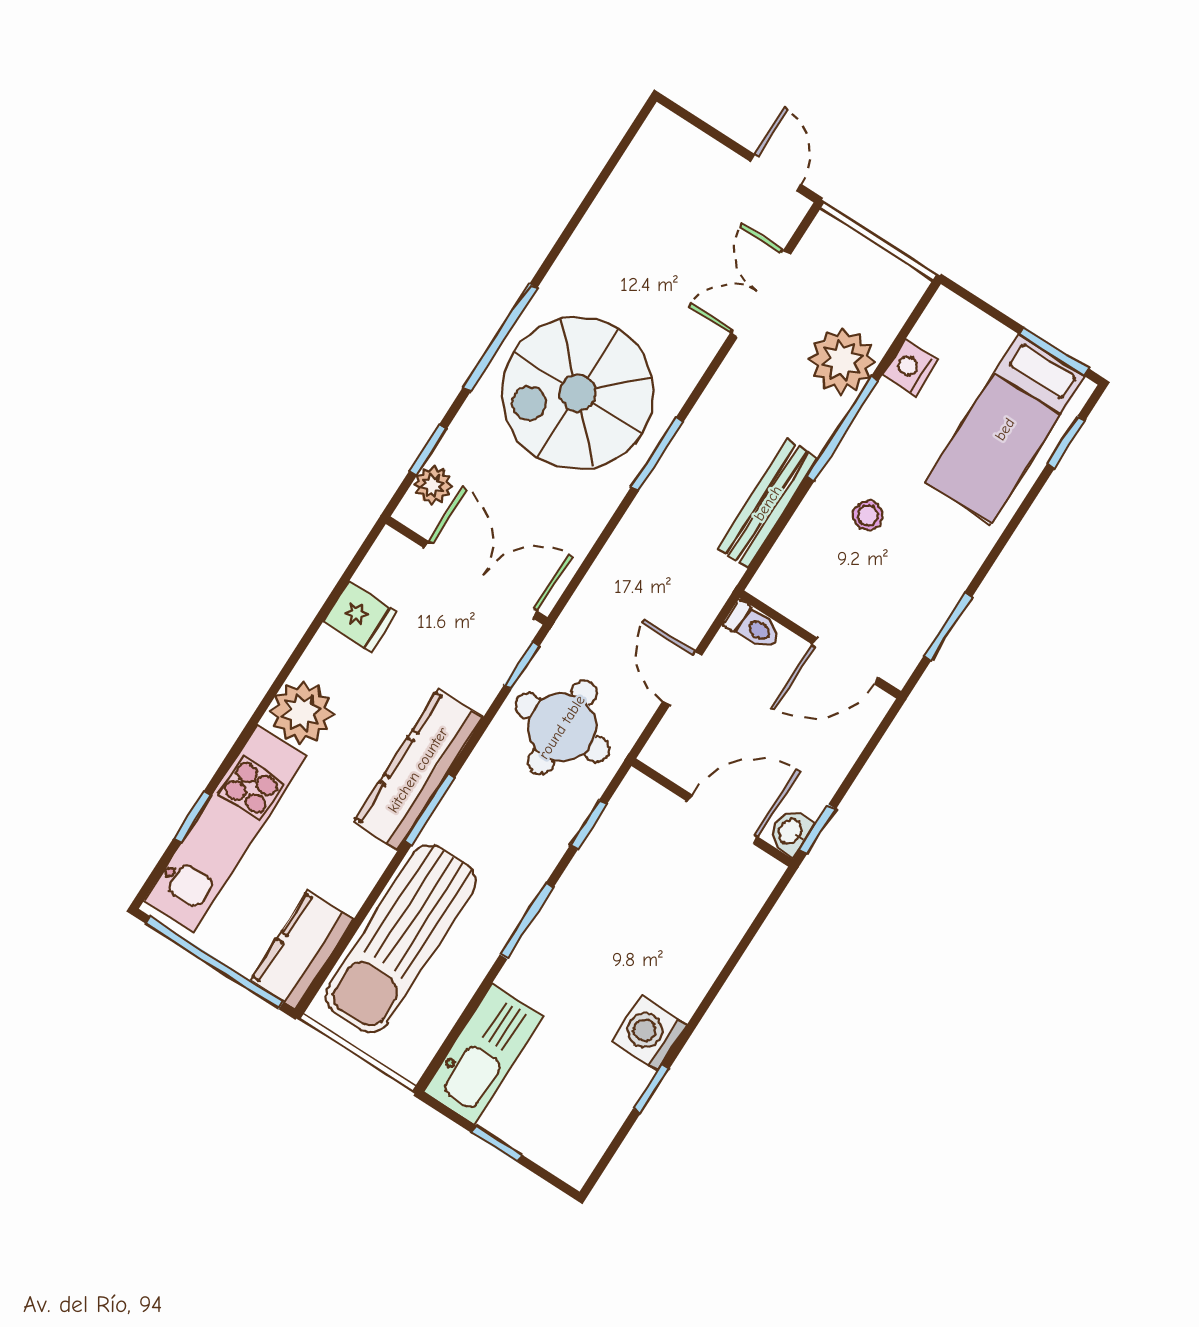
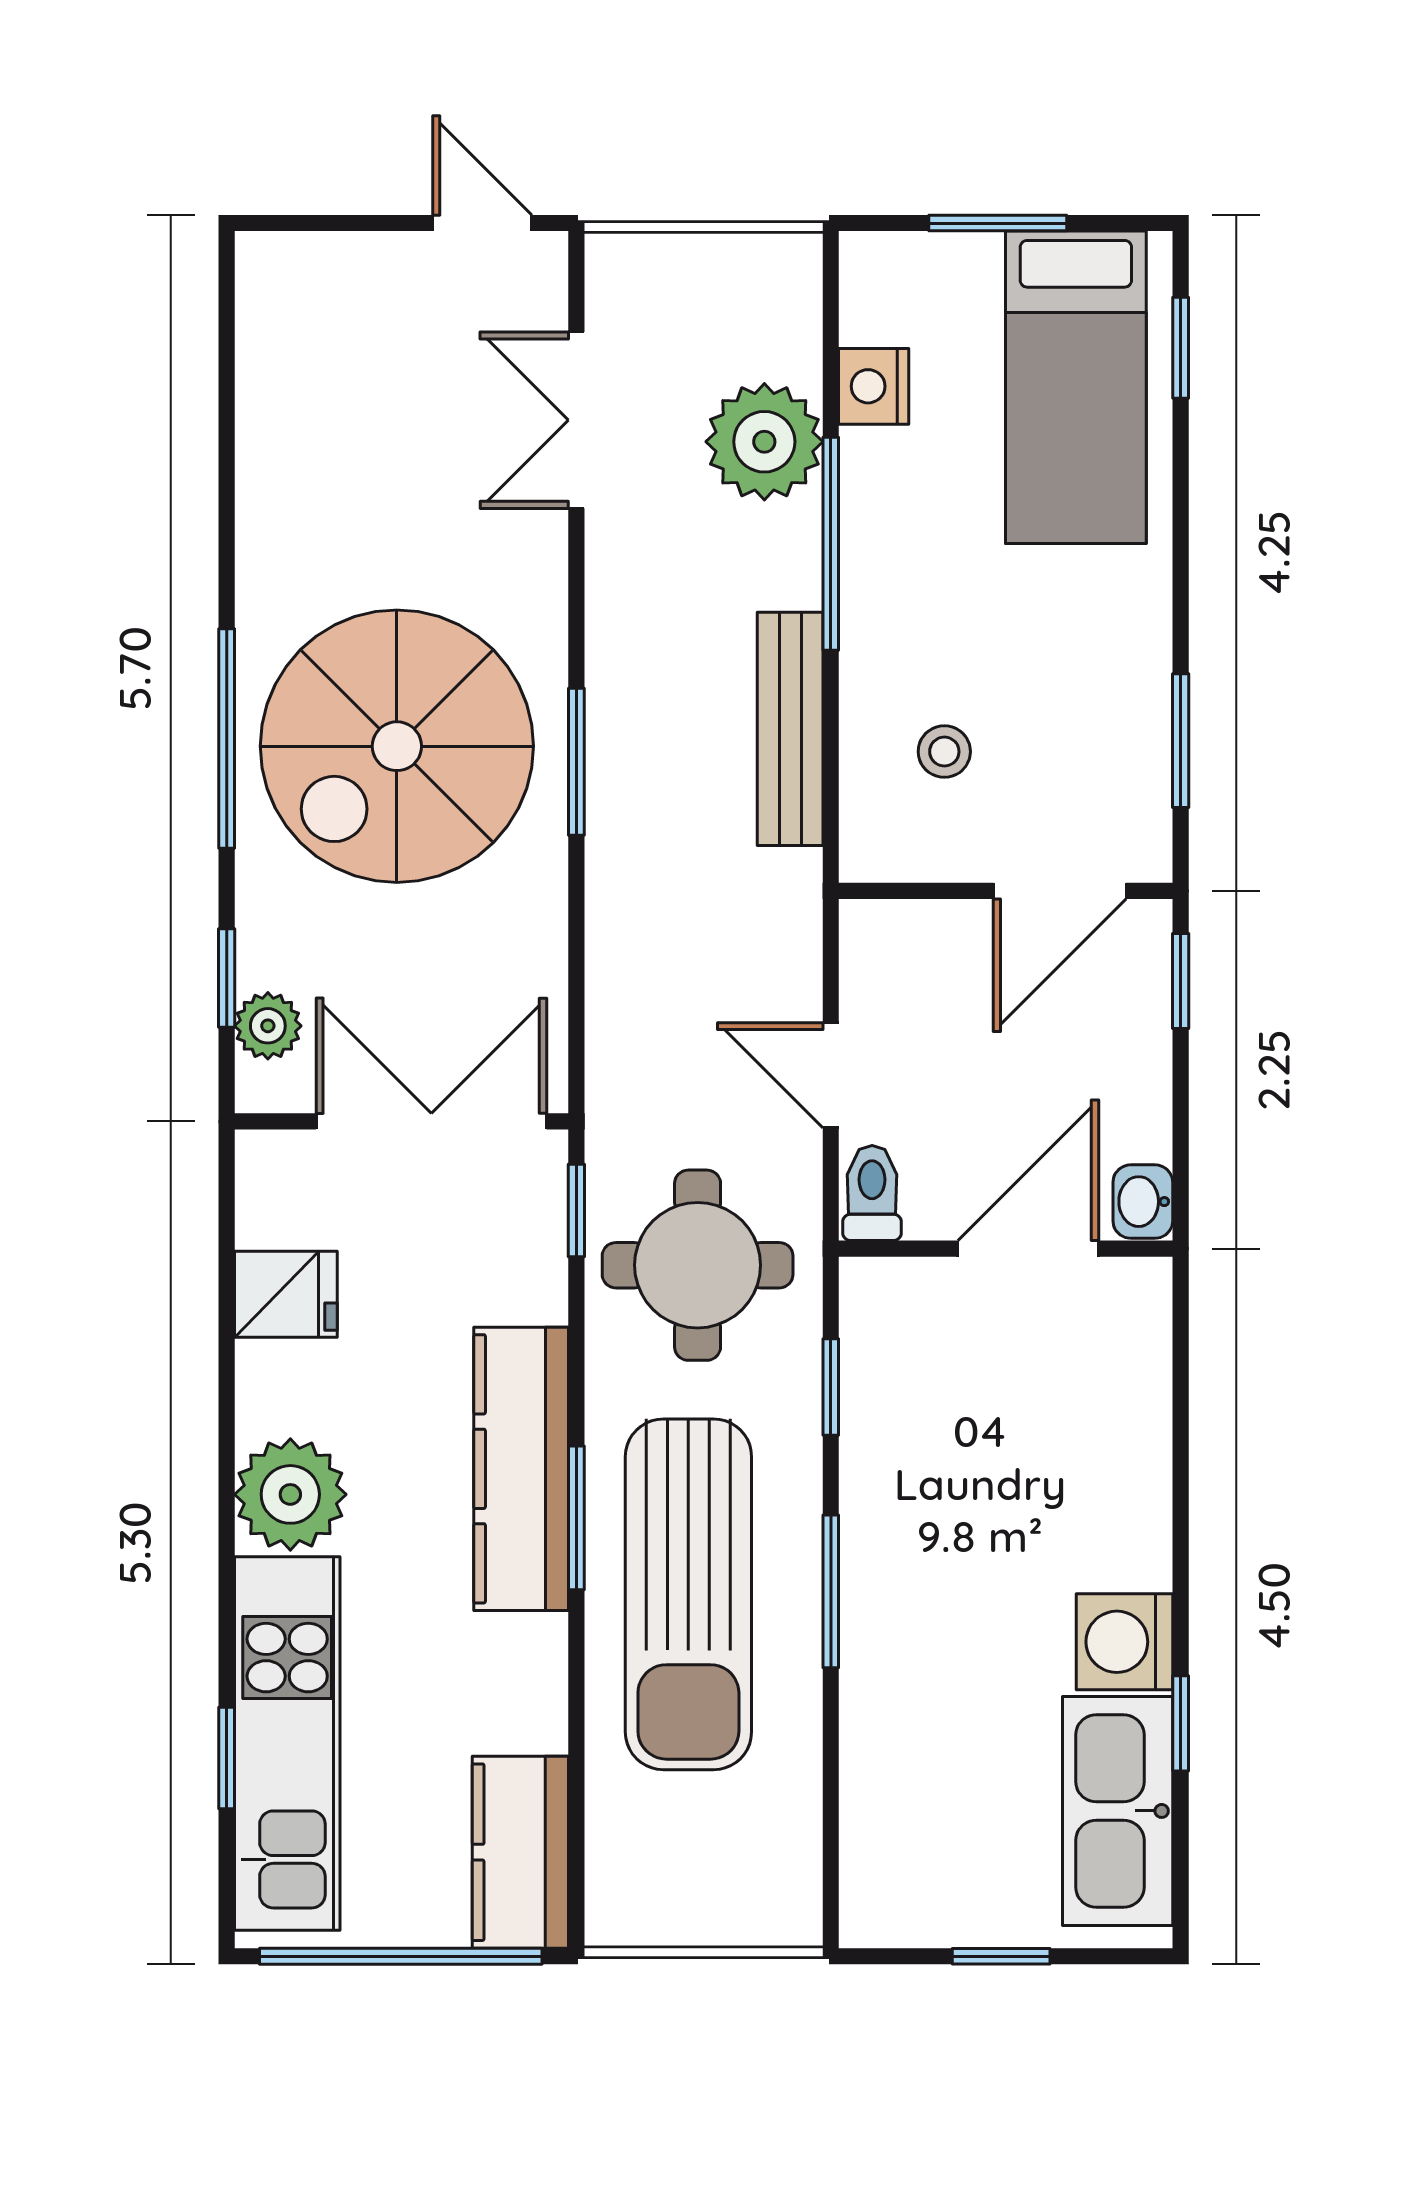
window: (1054, 351) -> (998, 223), moved
stool: (868, 515) -> (944, 752), moved
toilet: (753, 626) -> (872, 1193), moved, turned -90
window: (818, 829) -> (1181, 981), moved
sun lounger: (401, 939) -> (688, 1594), moved
kitchen sink: (483, 1054) -> (1118, 1811), moved, turned 180

